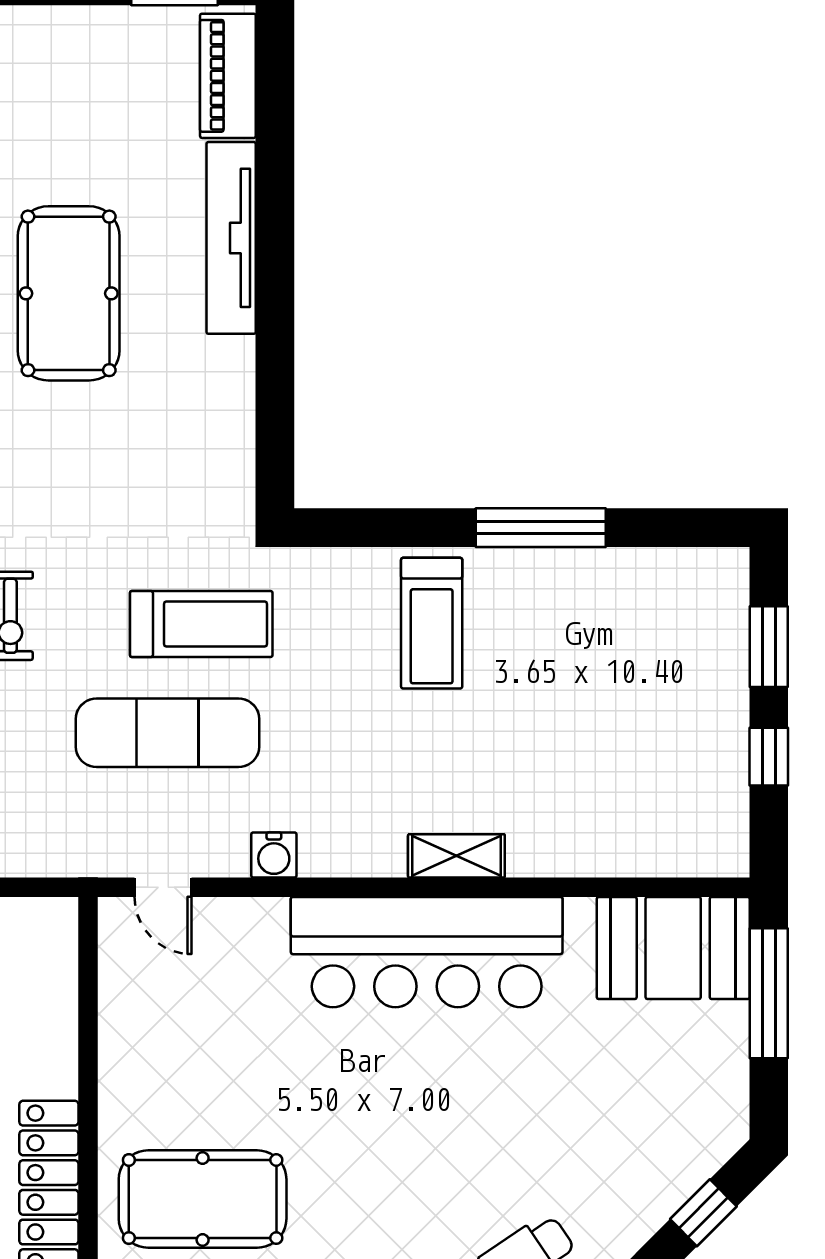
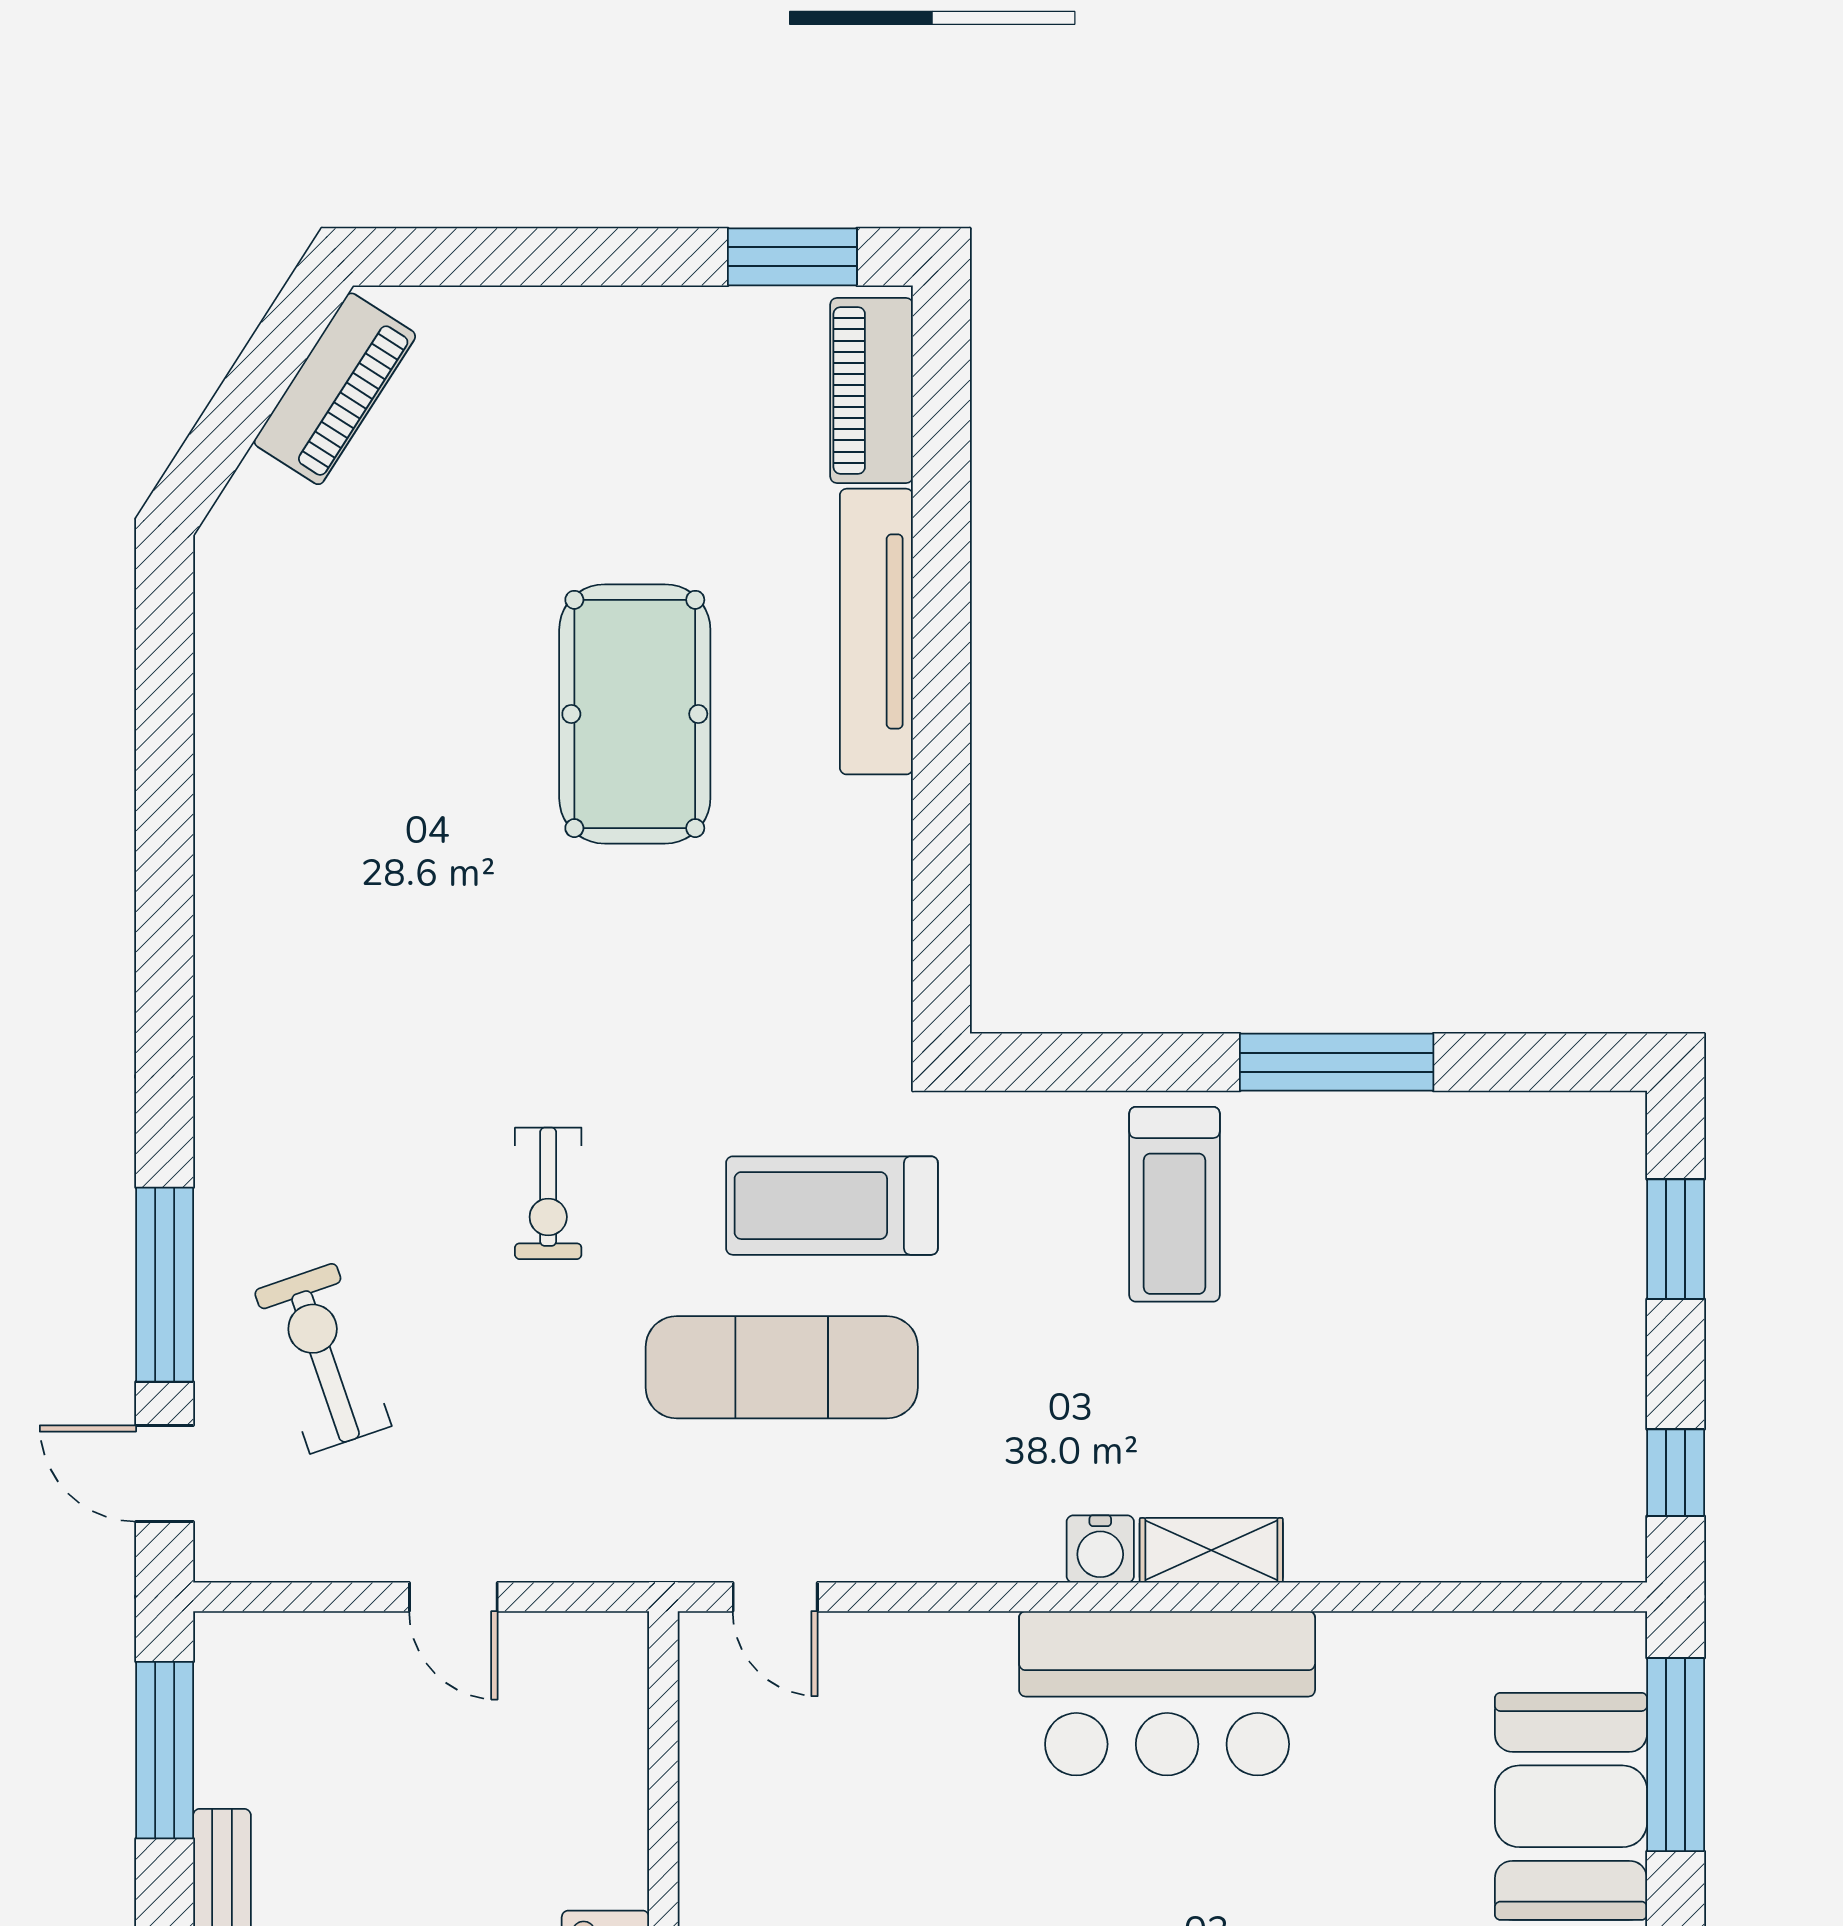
treadmill: (201, 624) -> (832, 1206), turned 180
window: (769, 757) -> (1676, 1473), moved
water cooler: (274, 855) -> (1100, 1549), moved
booth: (673, 948) -> (1571, 1806), moved, turned 90
bar counter: (427, 952) -> (1167, 1693), width x0.73

